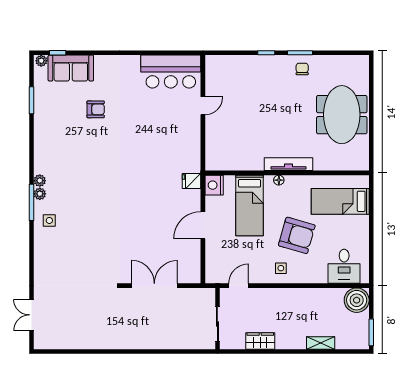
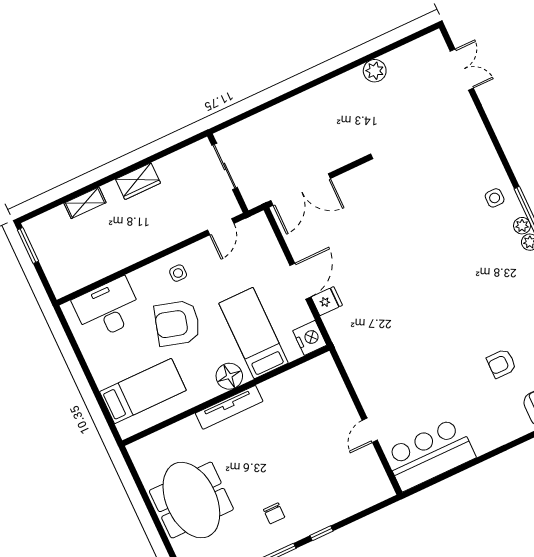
chair: (302, 69) -> (274, 513), moved
floor lamp: (279, 180) -> (229, 376), width x1.89, depth x1.89
fridge: (192, 181) -> (327, 301), moved
desk: (344, 266) -> (108, 309), width x1.37
double door: (154, 286) -> (301, 189), moved
boiler: (357, 300) -> (65, 277), removed
plant: (89, 341) -> (375, 71), added
wardrobe: (260, 341) -> (138, 181), moved

